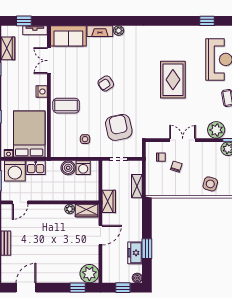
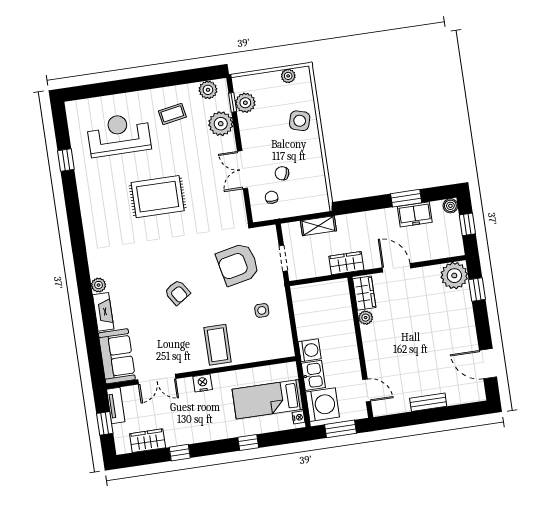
bed: (29, 134) -> (268, 399), width x0.67
boiler: (68, 168) -> (307, 329), removed
washing machine: (83, 168) -> (310, 350), moved

